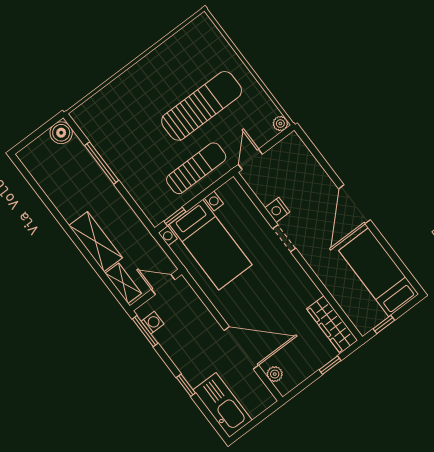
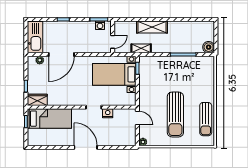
sun lounger: (196, 168) -> (206, 119), moved
bed: (379, 272) -> (49, 119), moved
shelving: (123, 283) -> (141, 48), moved
wardrobe: (332, 325) -> (37, 100), width x0.67
kitchen sink: (223, 405) -> (35, 37), moved, turned -90

